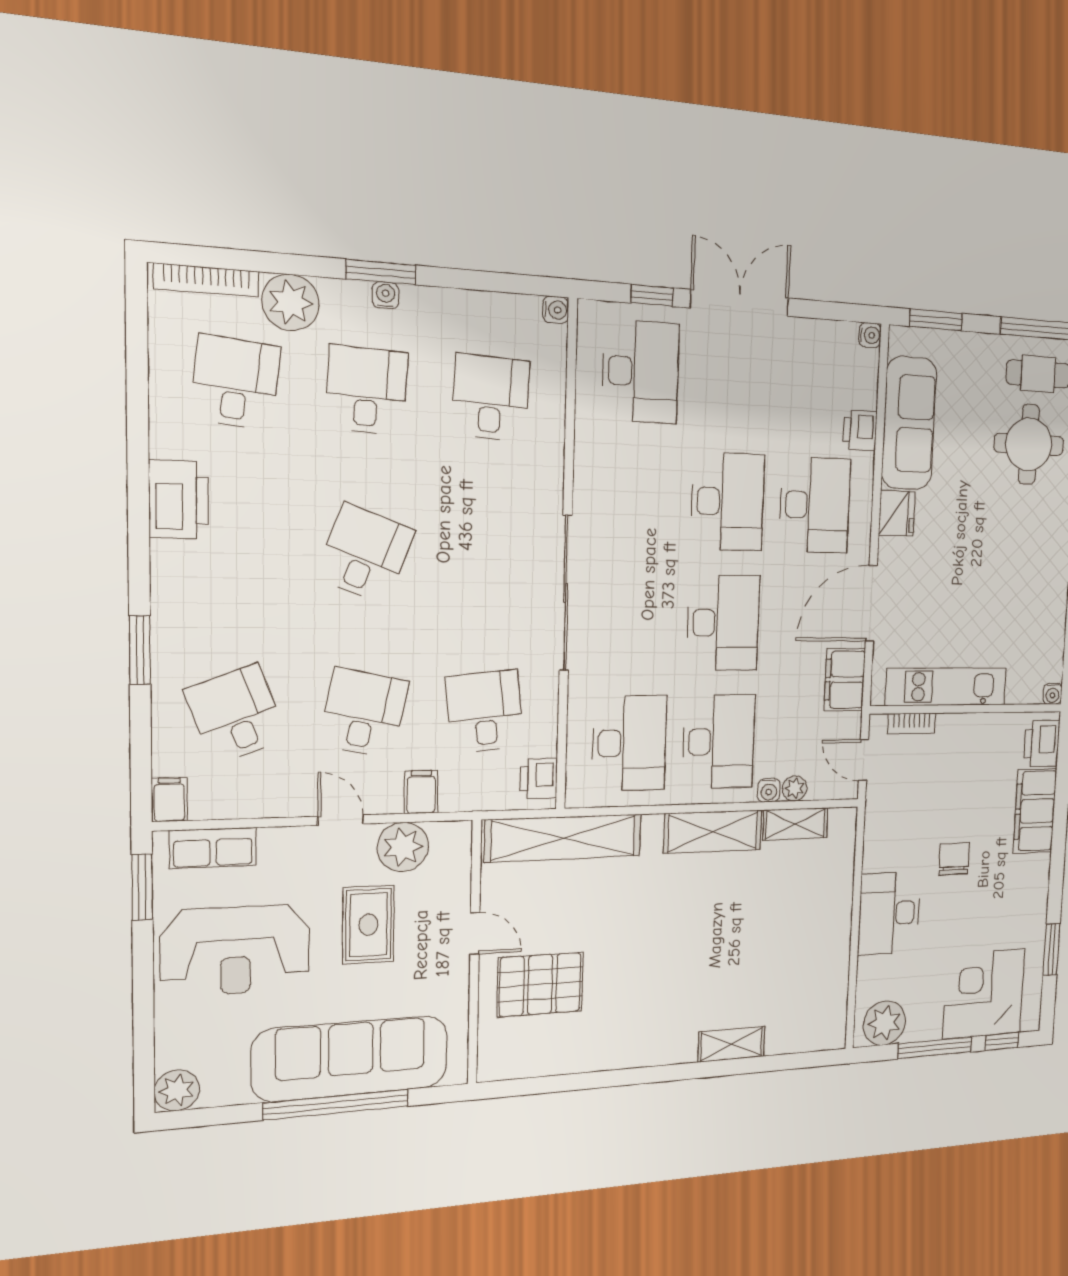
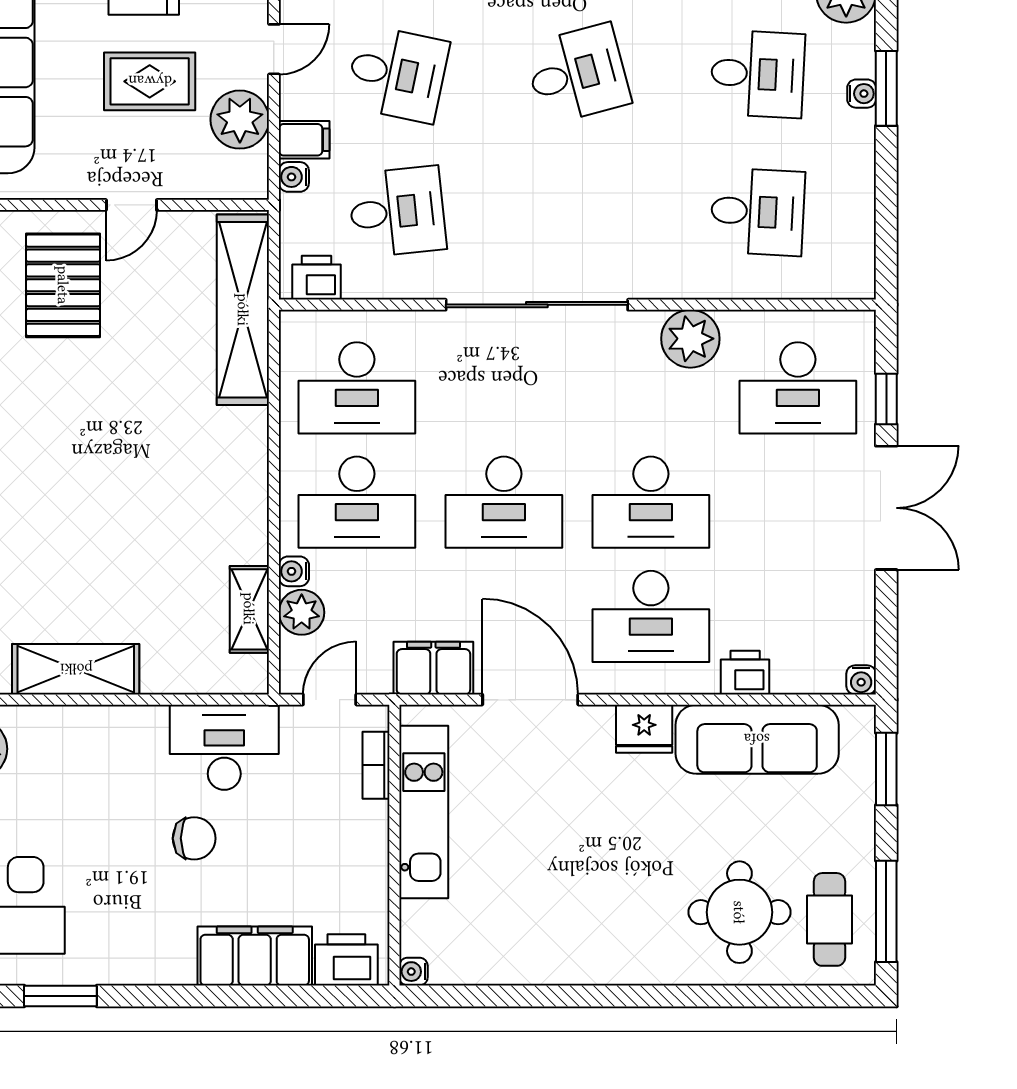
water cooler: (556, 310) -> (294, 177), moved, turned 90
plant: (597, 463) -> (690, 339), added
desk: (365, 554) -> (577, 74), turned -36
plant: (795, 788) -> (302, 612), width x1.38, depth x1.38
shelving: (713, 832) -> (76, 669), moved, turned 90
desk: (889, 913) -> (224, 747), moved

